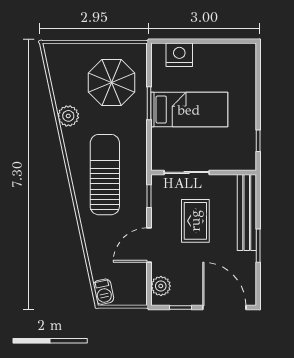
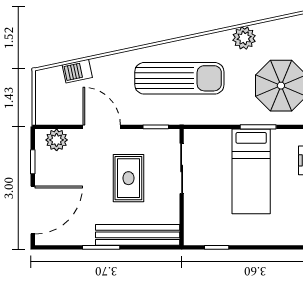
rug: (195, 221) -> (128, 178), turned 90
barbecue: (104, 292) -> (77, 71), moved

